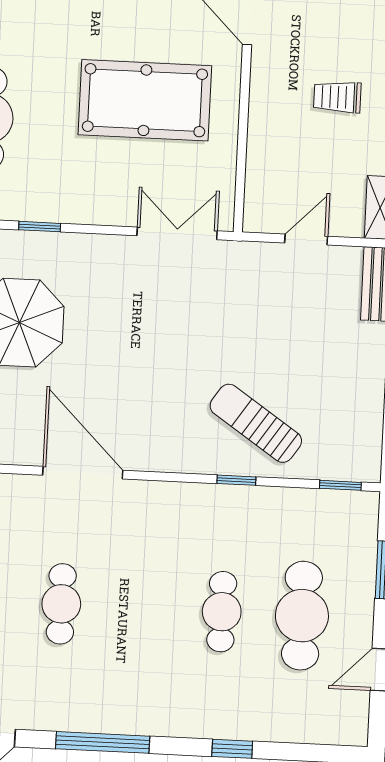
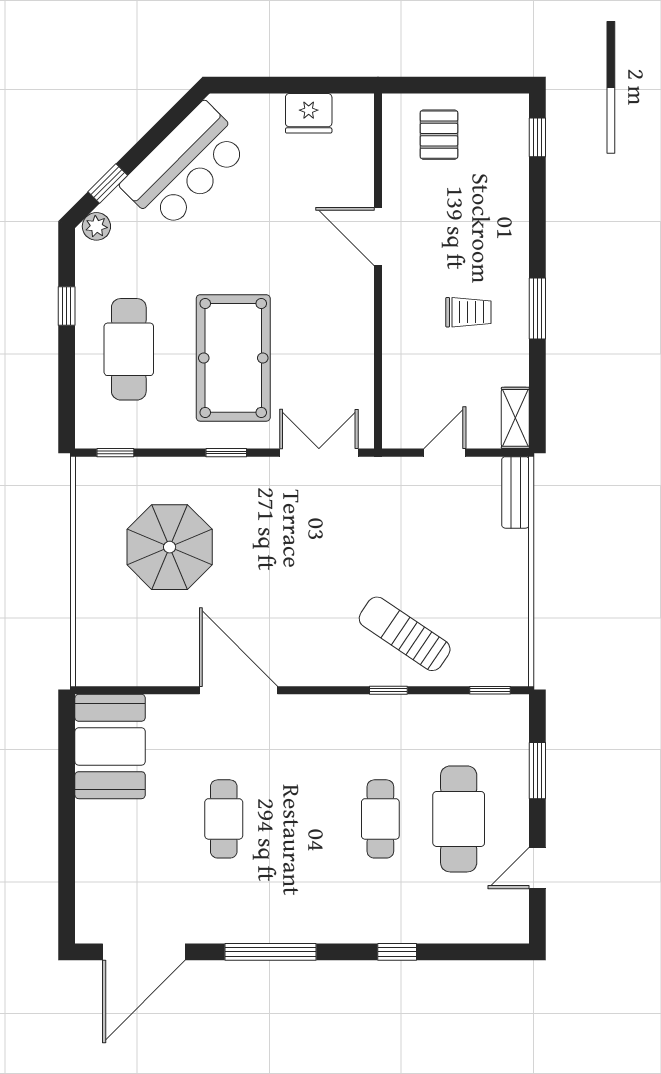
trolley: (337, 97) -> (468, 312), turned 180
pool table: (145, 100) -> (233, 358), moved, turned 90
window: (40, 227) -> (226, 453), moved

